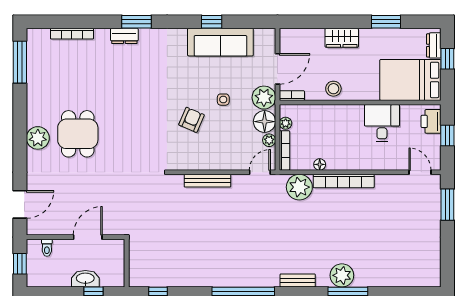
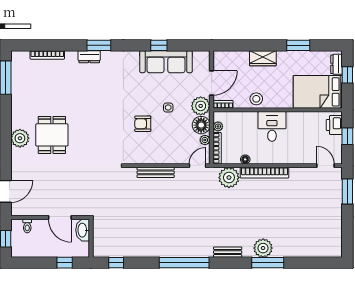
armchair: (191, 120) -> (143, 124), turned -113
desk: (382, 123) -> (272, 126), moved
door: (88, 237) -> (60, 218), swing flipped
washbasin: (85, 279) -> (83, 230), moved, turned -90

